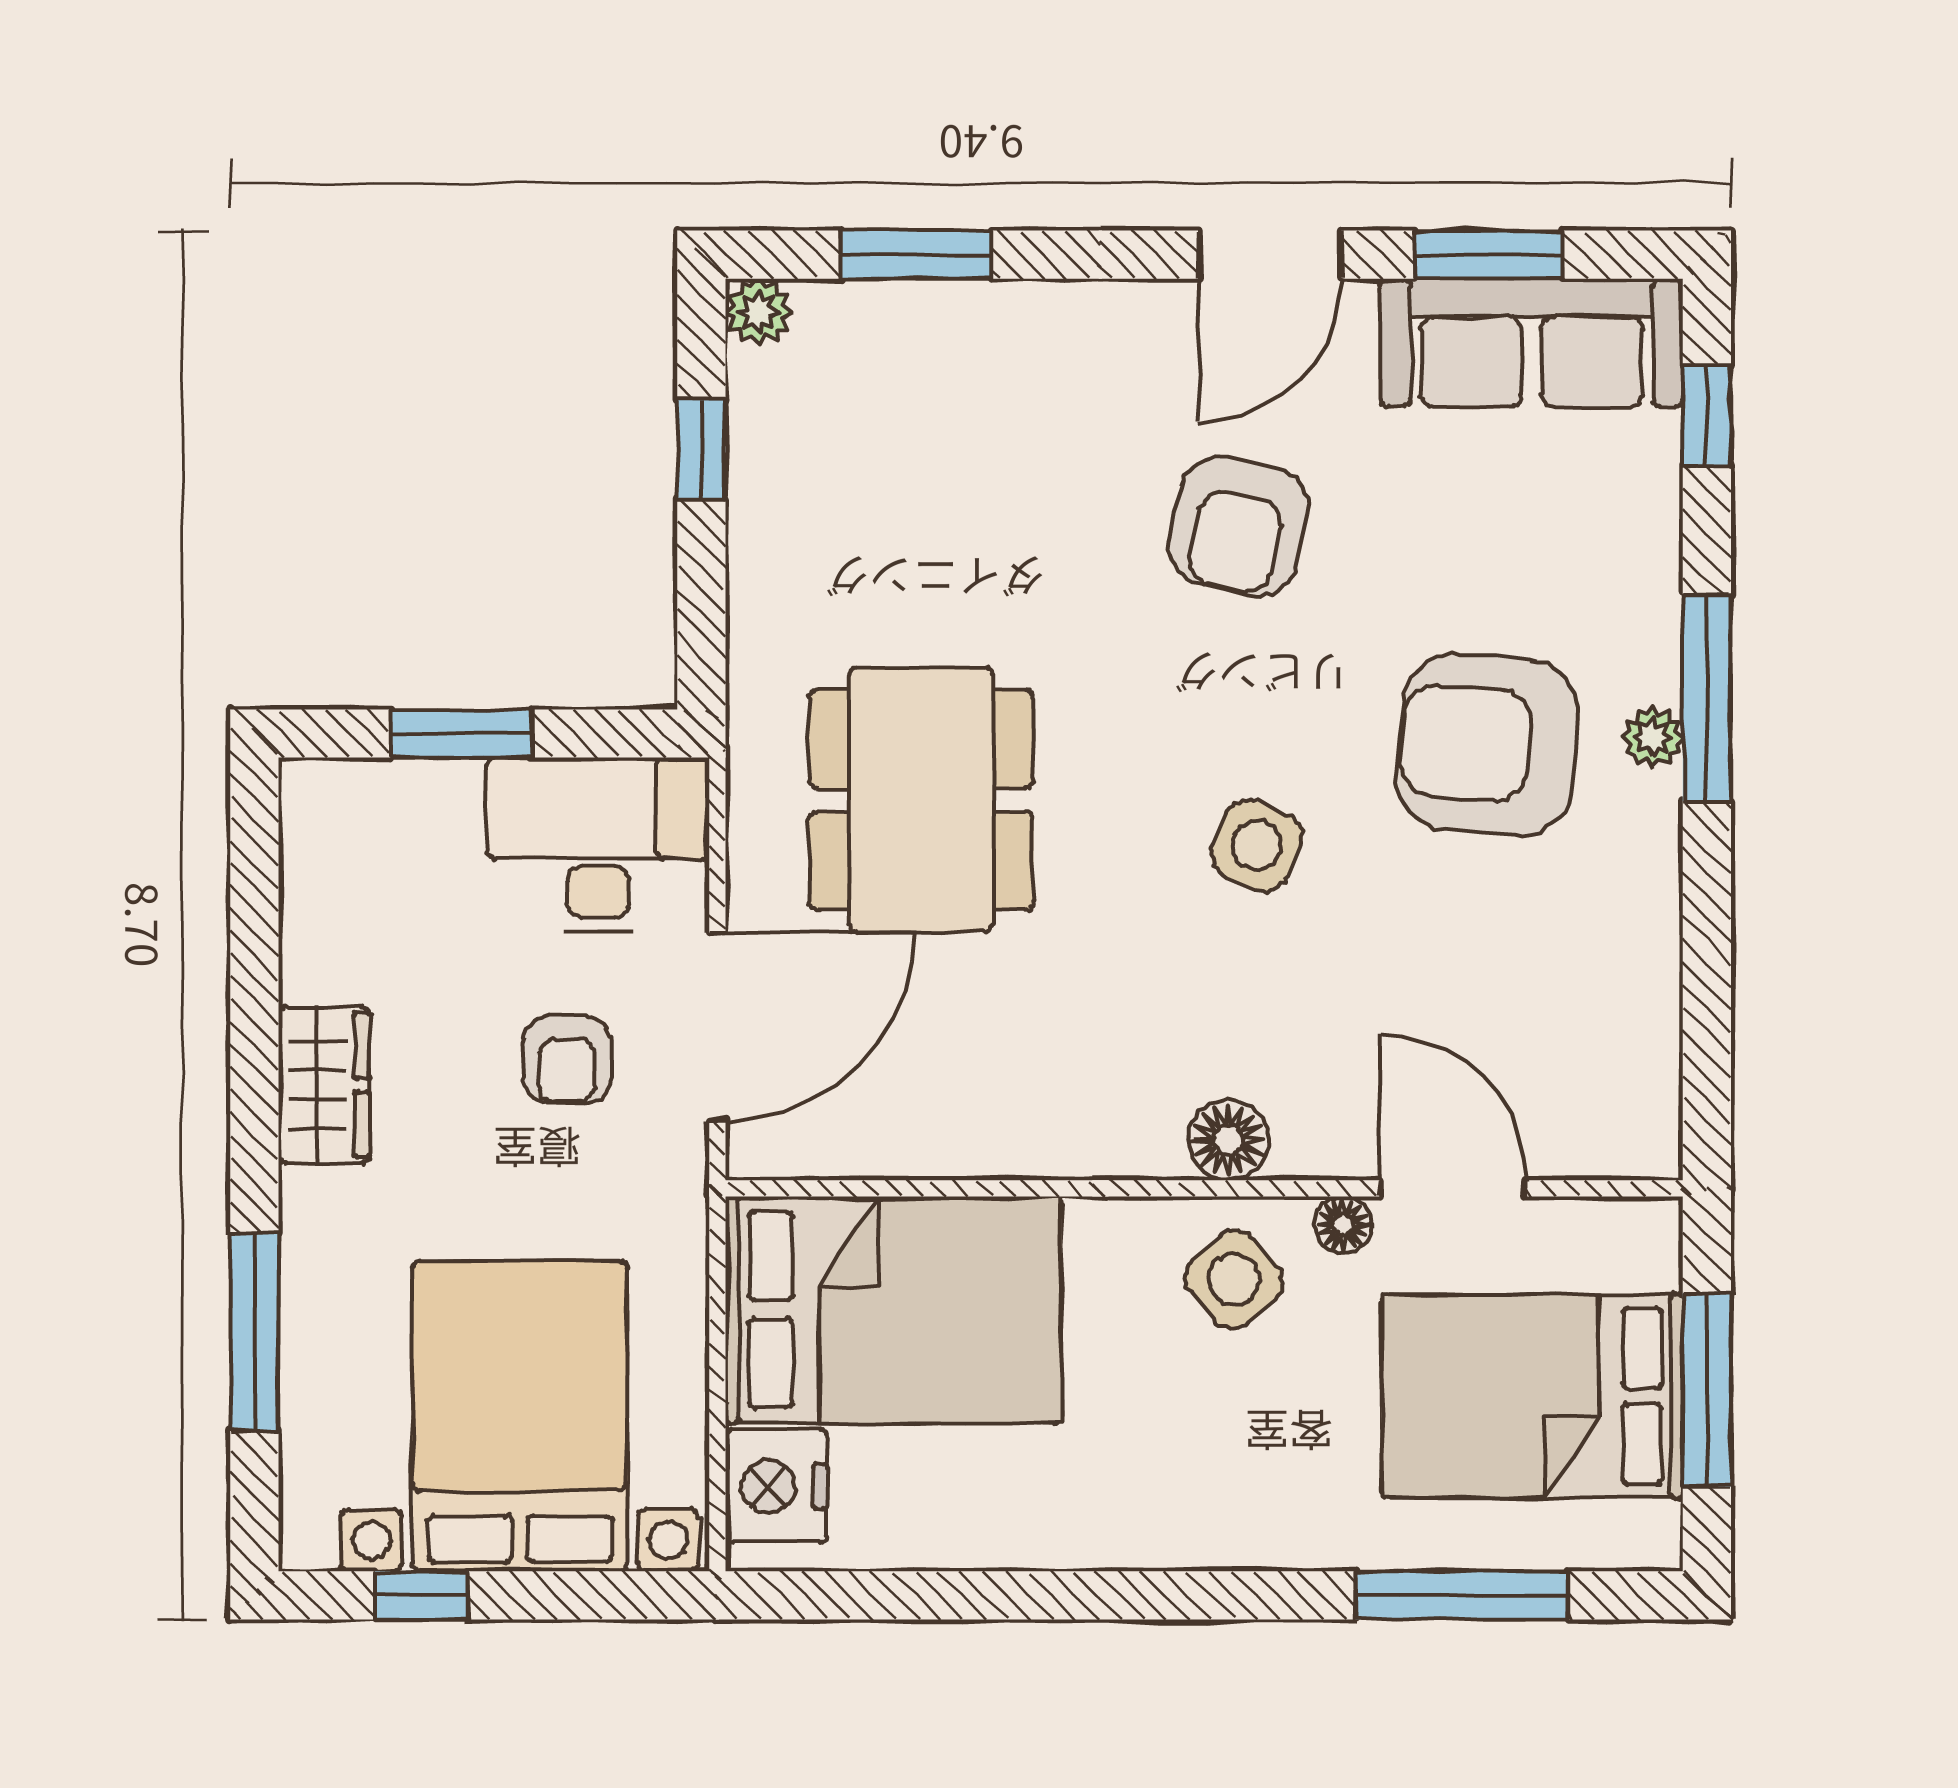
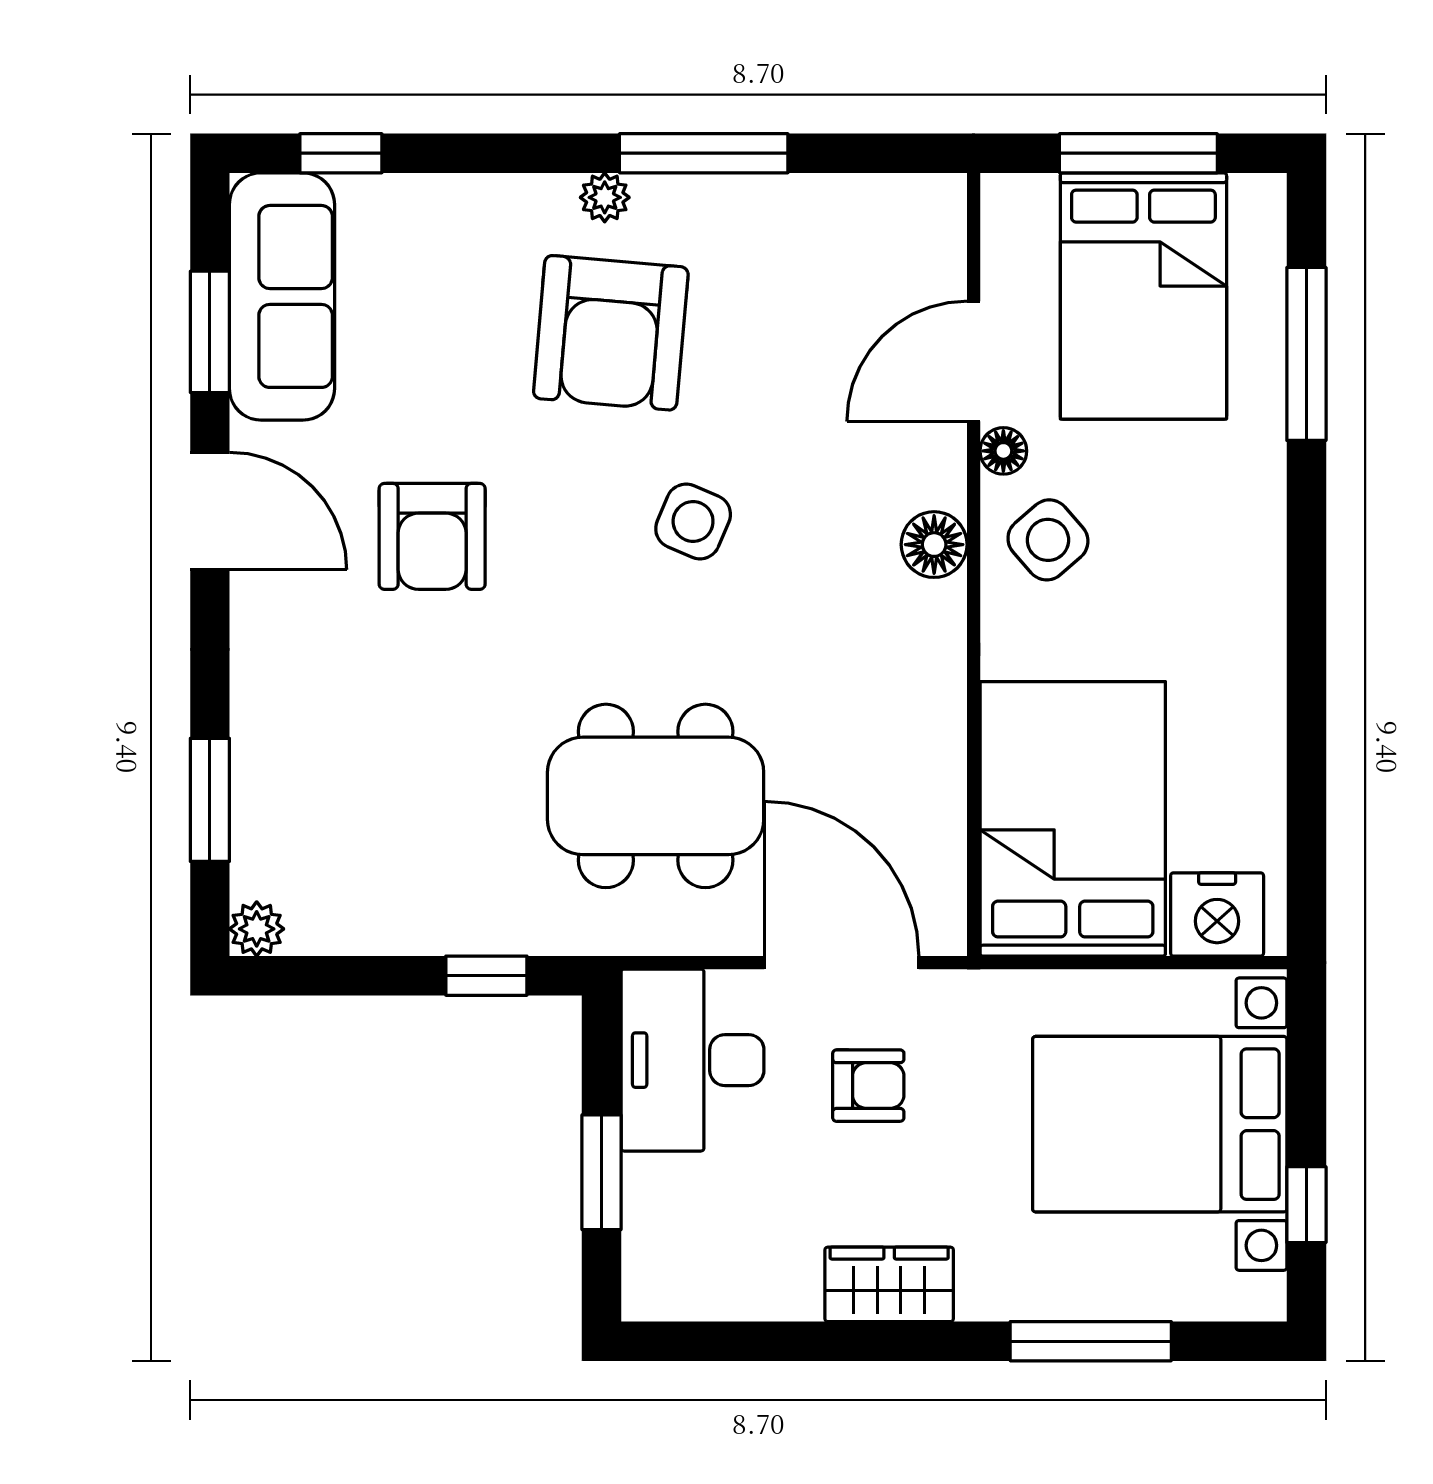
window: (701, 450) -> (486, 976), moved
armchair: (1238, 526) -> (432, 536), turned 77
window: (1707, 698) -> (704, 153), moved

